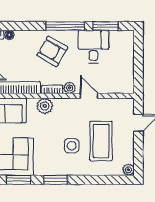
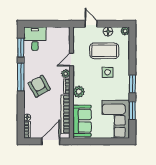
desk: (93, 47) -> (35, 39), moved, turned 90
armchair: (52, 51) -> (39, 86), turned 121
floor lamp: (128, 146) -> (108, 31), added

